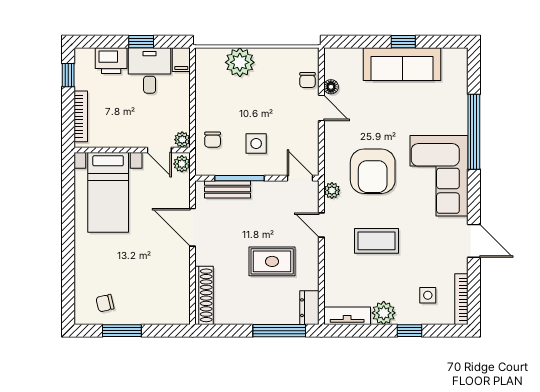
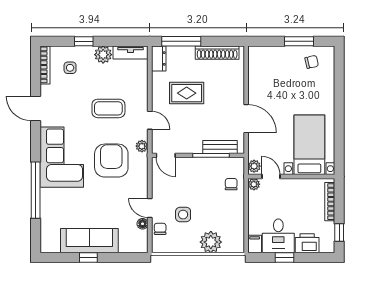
side table: (256, 143) -> (183, 215), moved
shoe rack: (204, 295) -> (217, 53), moved, turned -90

